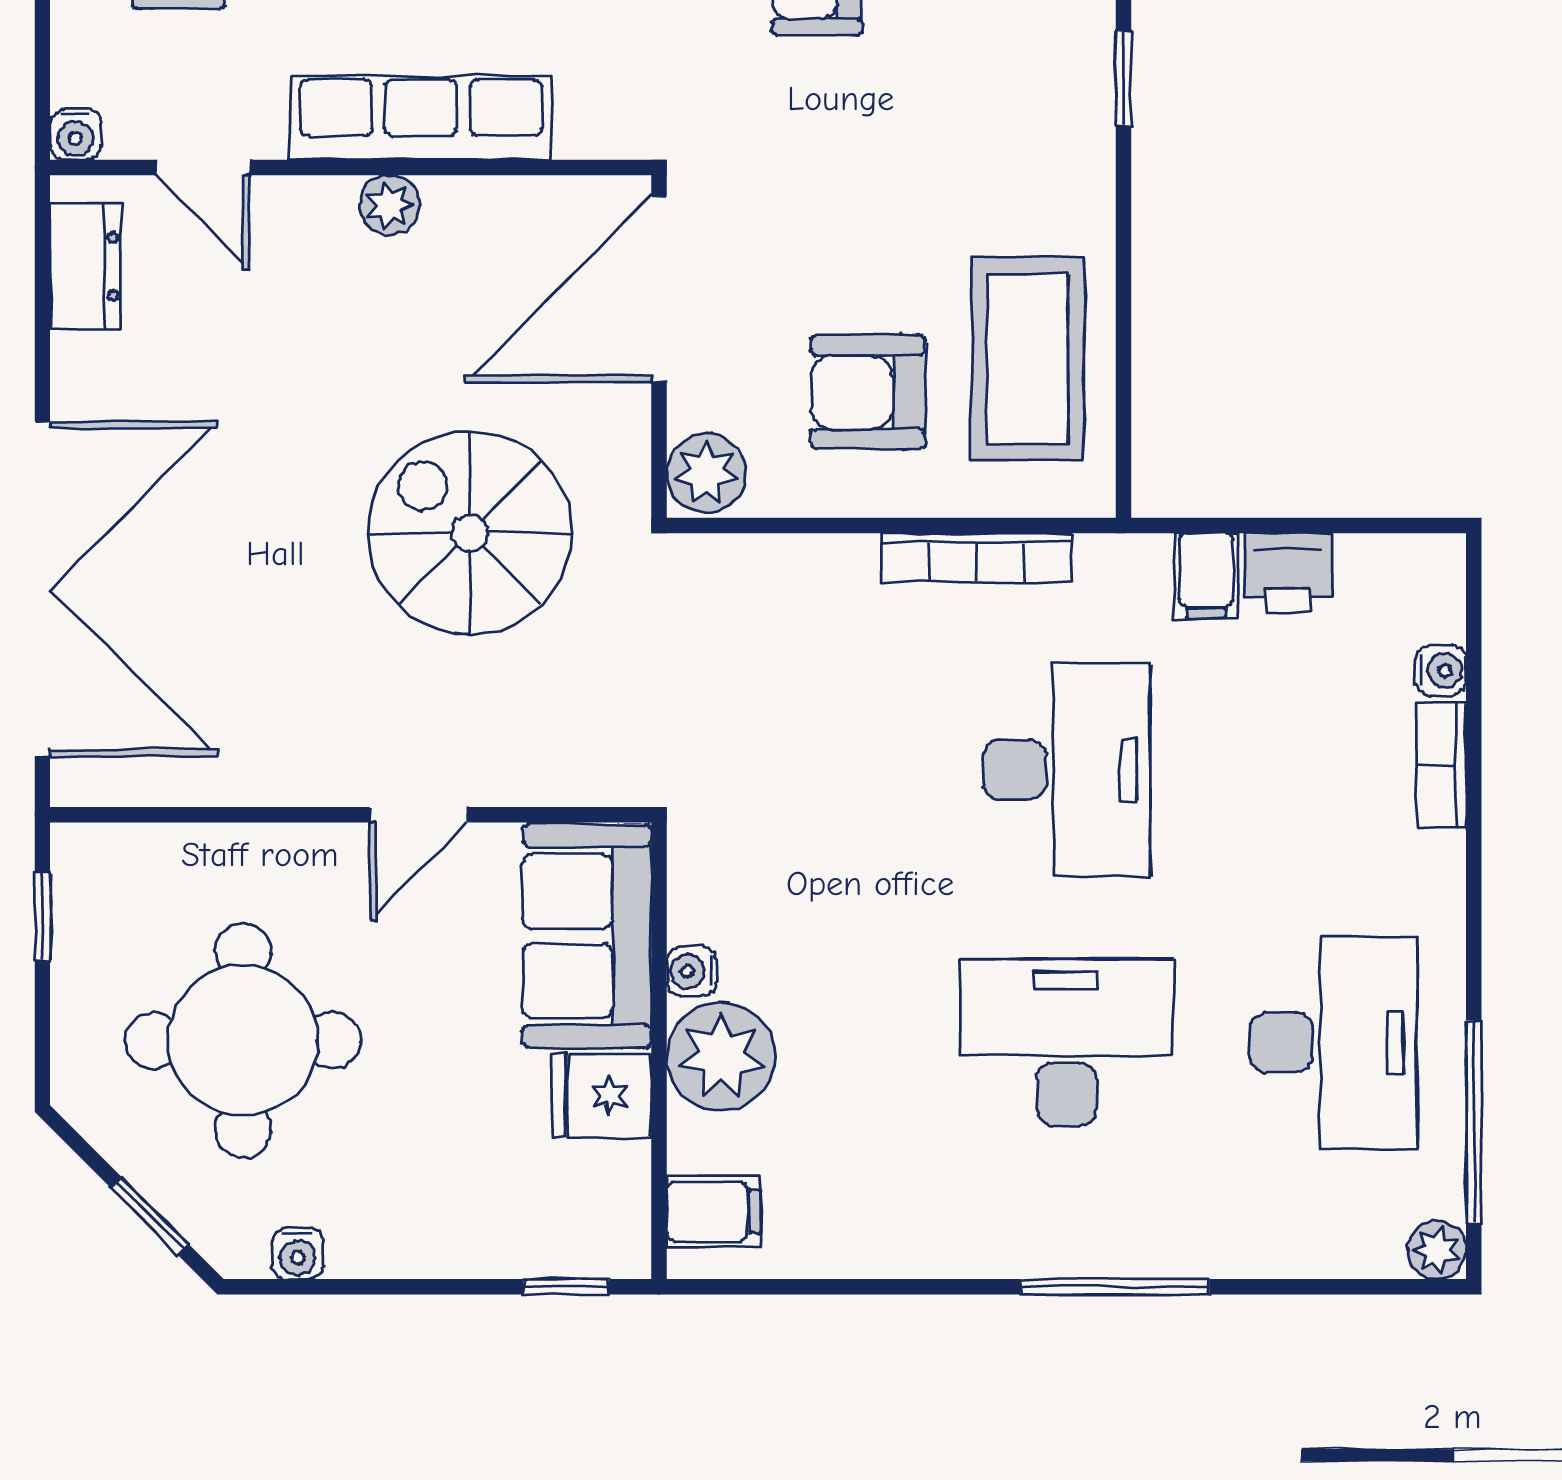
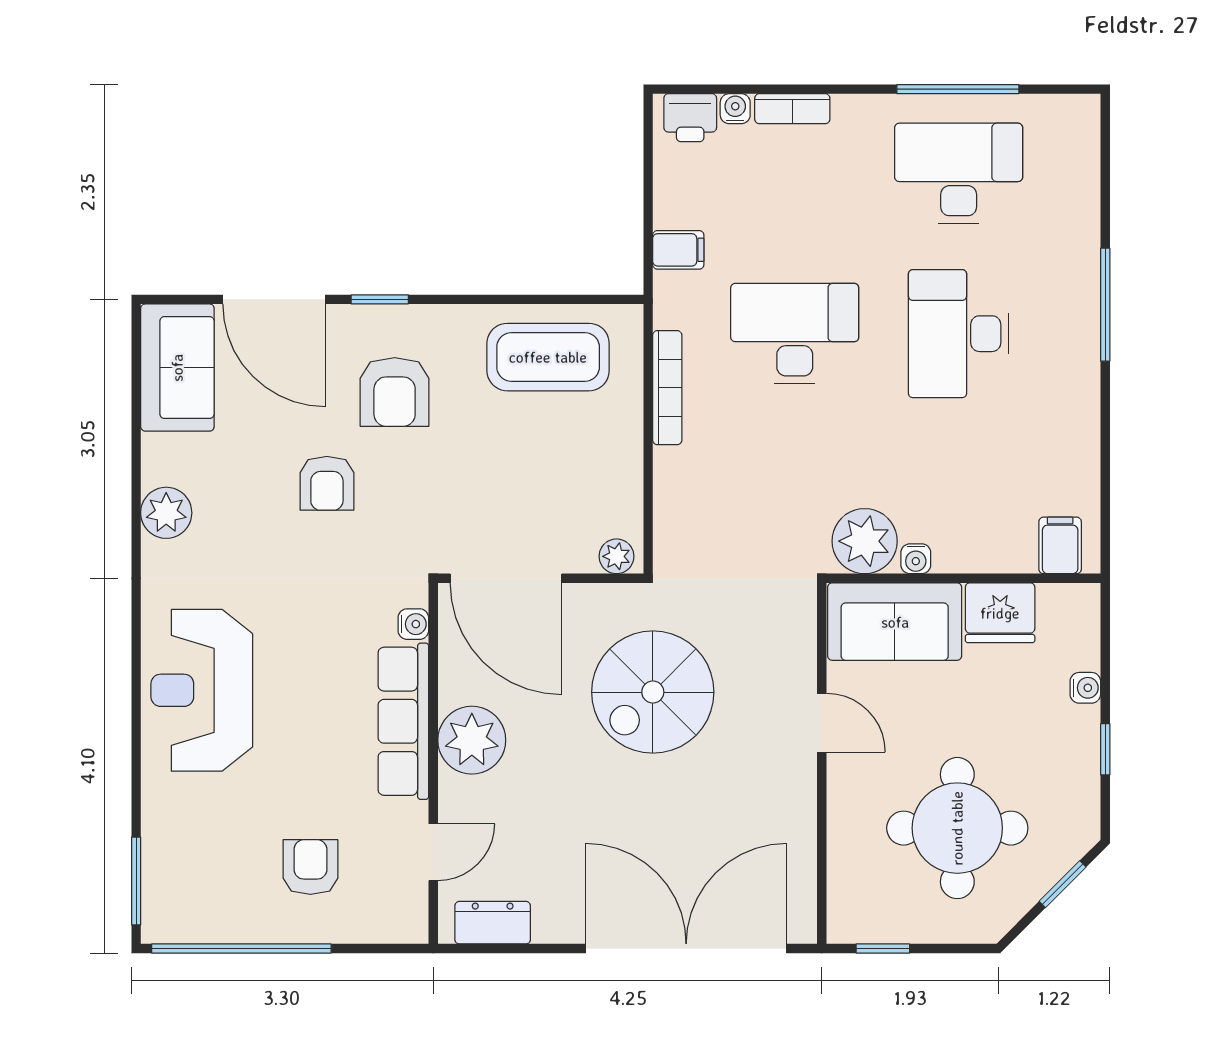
water cooler: (75, 134) -> (413, 624), moved
plant: (389, 205) -> (472, 740), width x1.88, depth x1.88
armchair: (868, 392) -> (395, 392), moved
plant: (707, 473) -> (616, 556), width x0.73, depth x0.73
printer: (1288, 573) -> (690, 118), moved, turned 90
plant: (721, 1056) -> (865, 541), moved
fridge: (602, 1095) -> (1000, 613), width x1.38
window: (1474, 1122) -> (958, 89), moved
plant: (1437, 1250) -> (1083, 111), removed
water cooler: (298, 1254) -> (1085, 688), moved
window: (566, 1287) -> (1105, 749), moved

